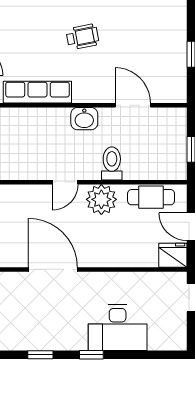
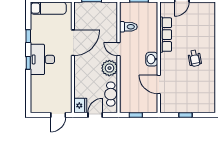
door: (133, 105) -> (159, 85), swing flipped
toilet: (112, 163) -> (128, 27), moved
desk: (118, 328) -> (42, 59), moved

